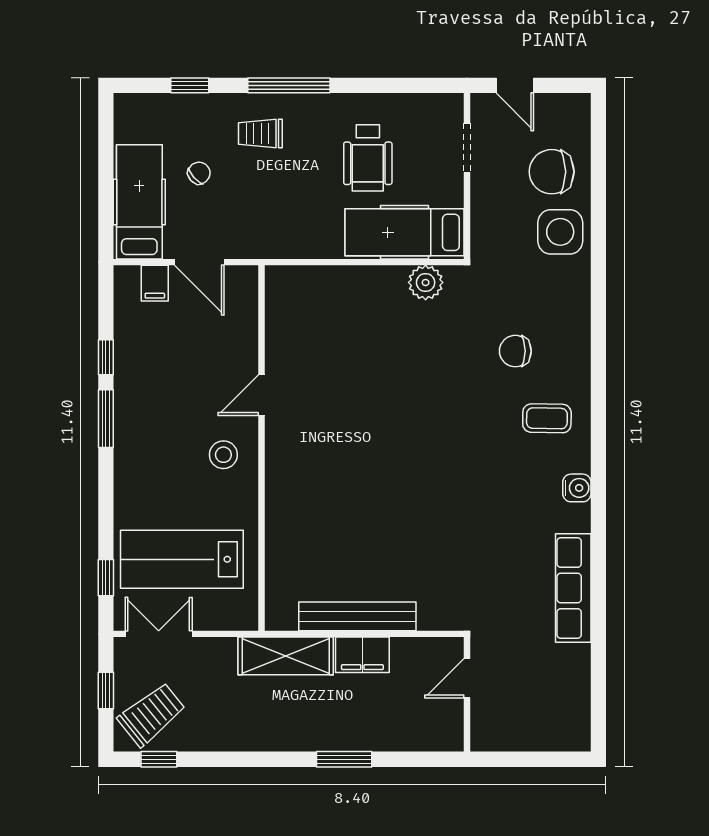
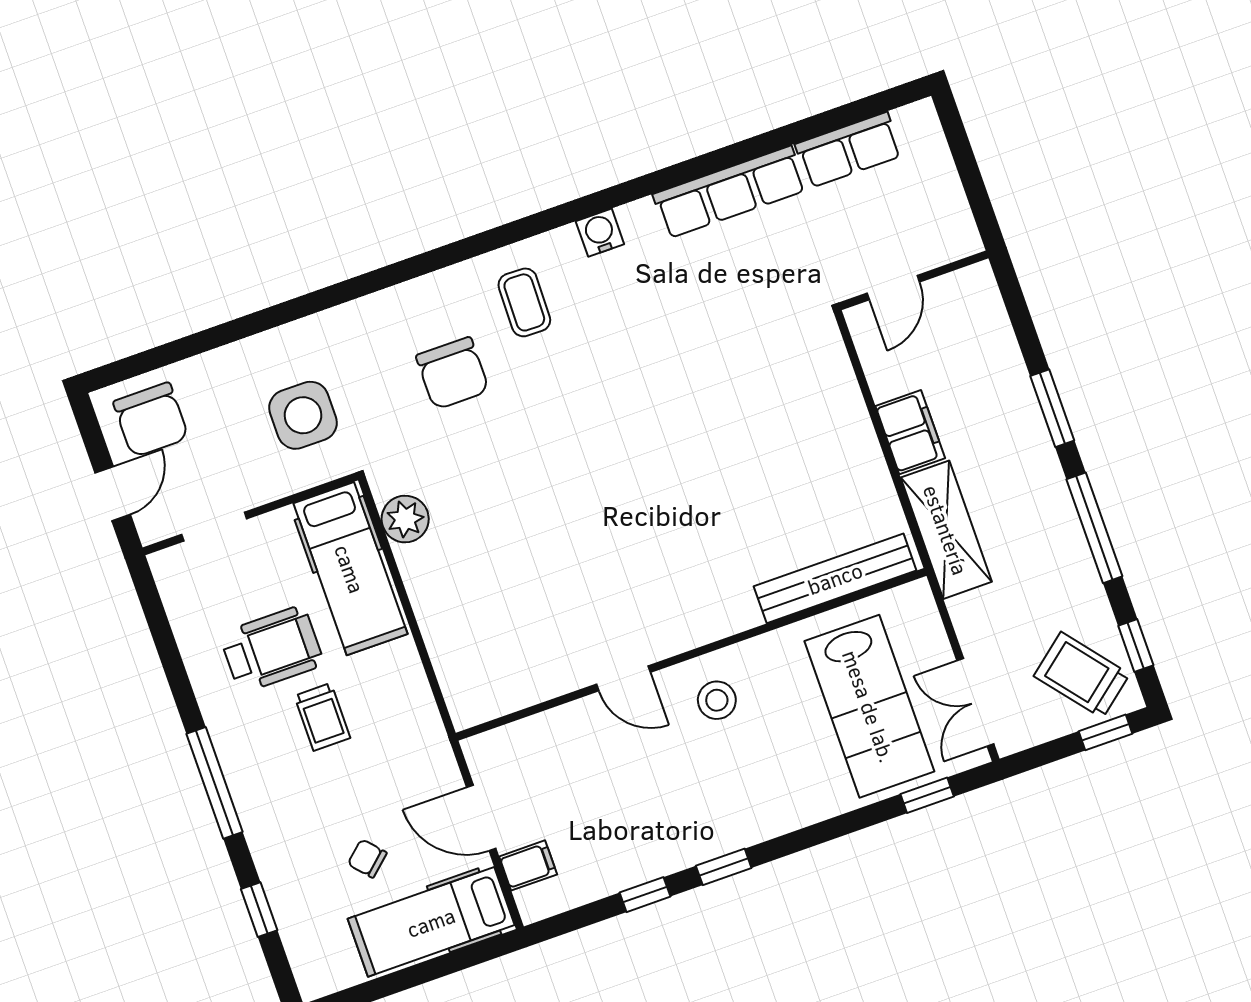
trolley: (260, 133) -> (322, 717), moved
chair: (552, 172) -> (151, 420), moved
side table: (560, 232) -> (303, 415), moved
door: (199, 262) -> (481, 818), swing flipped
chair: (515, 351) -> (452, 373), width x1.37, depth x1.37
window: (106, 419) -> (724, 867), width x0.67
bench: (357, 616) -> (835, 578), moved, turned 90
door: (467, 678) -> (893, 288), hinge flipped
row of seats: (574, 681) -> (849, 150), added
window: (106, 691) -> (1105, 732), moved
window: (251, 759) -> (1094, 528), added

